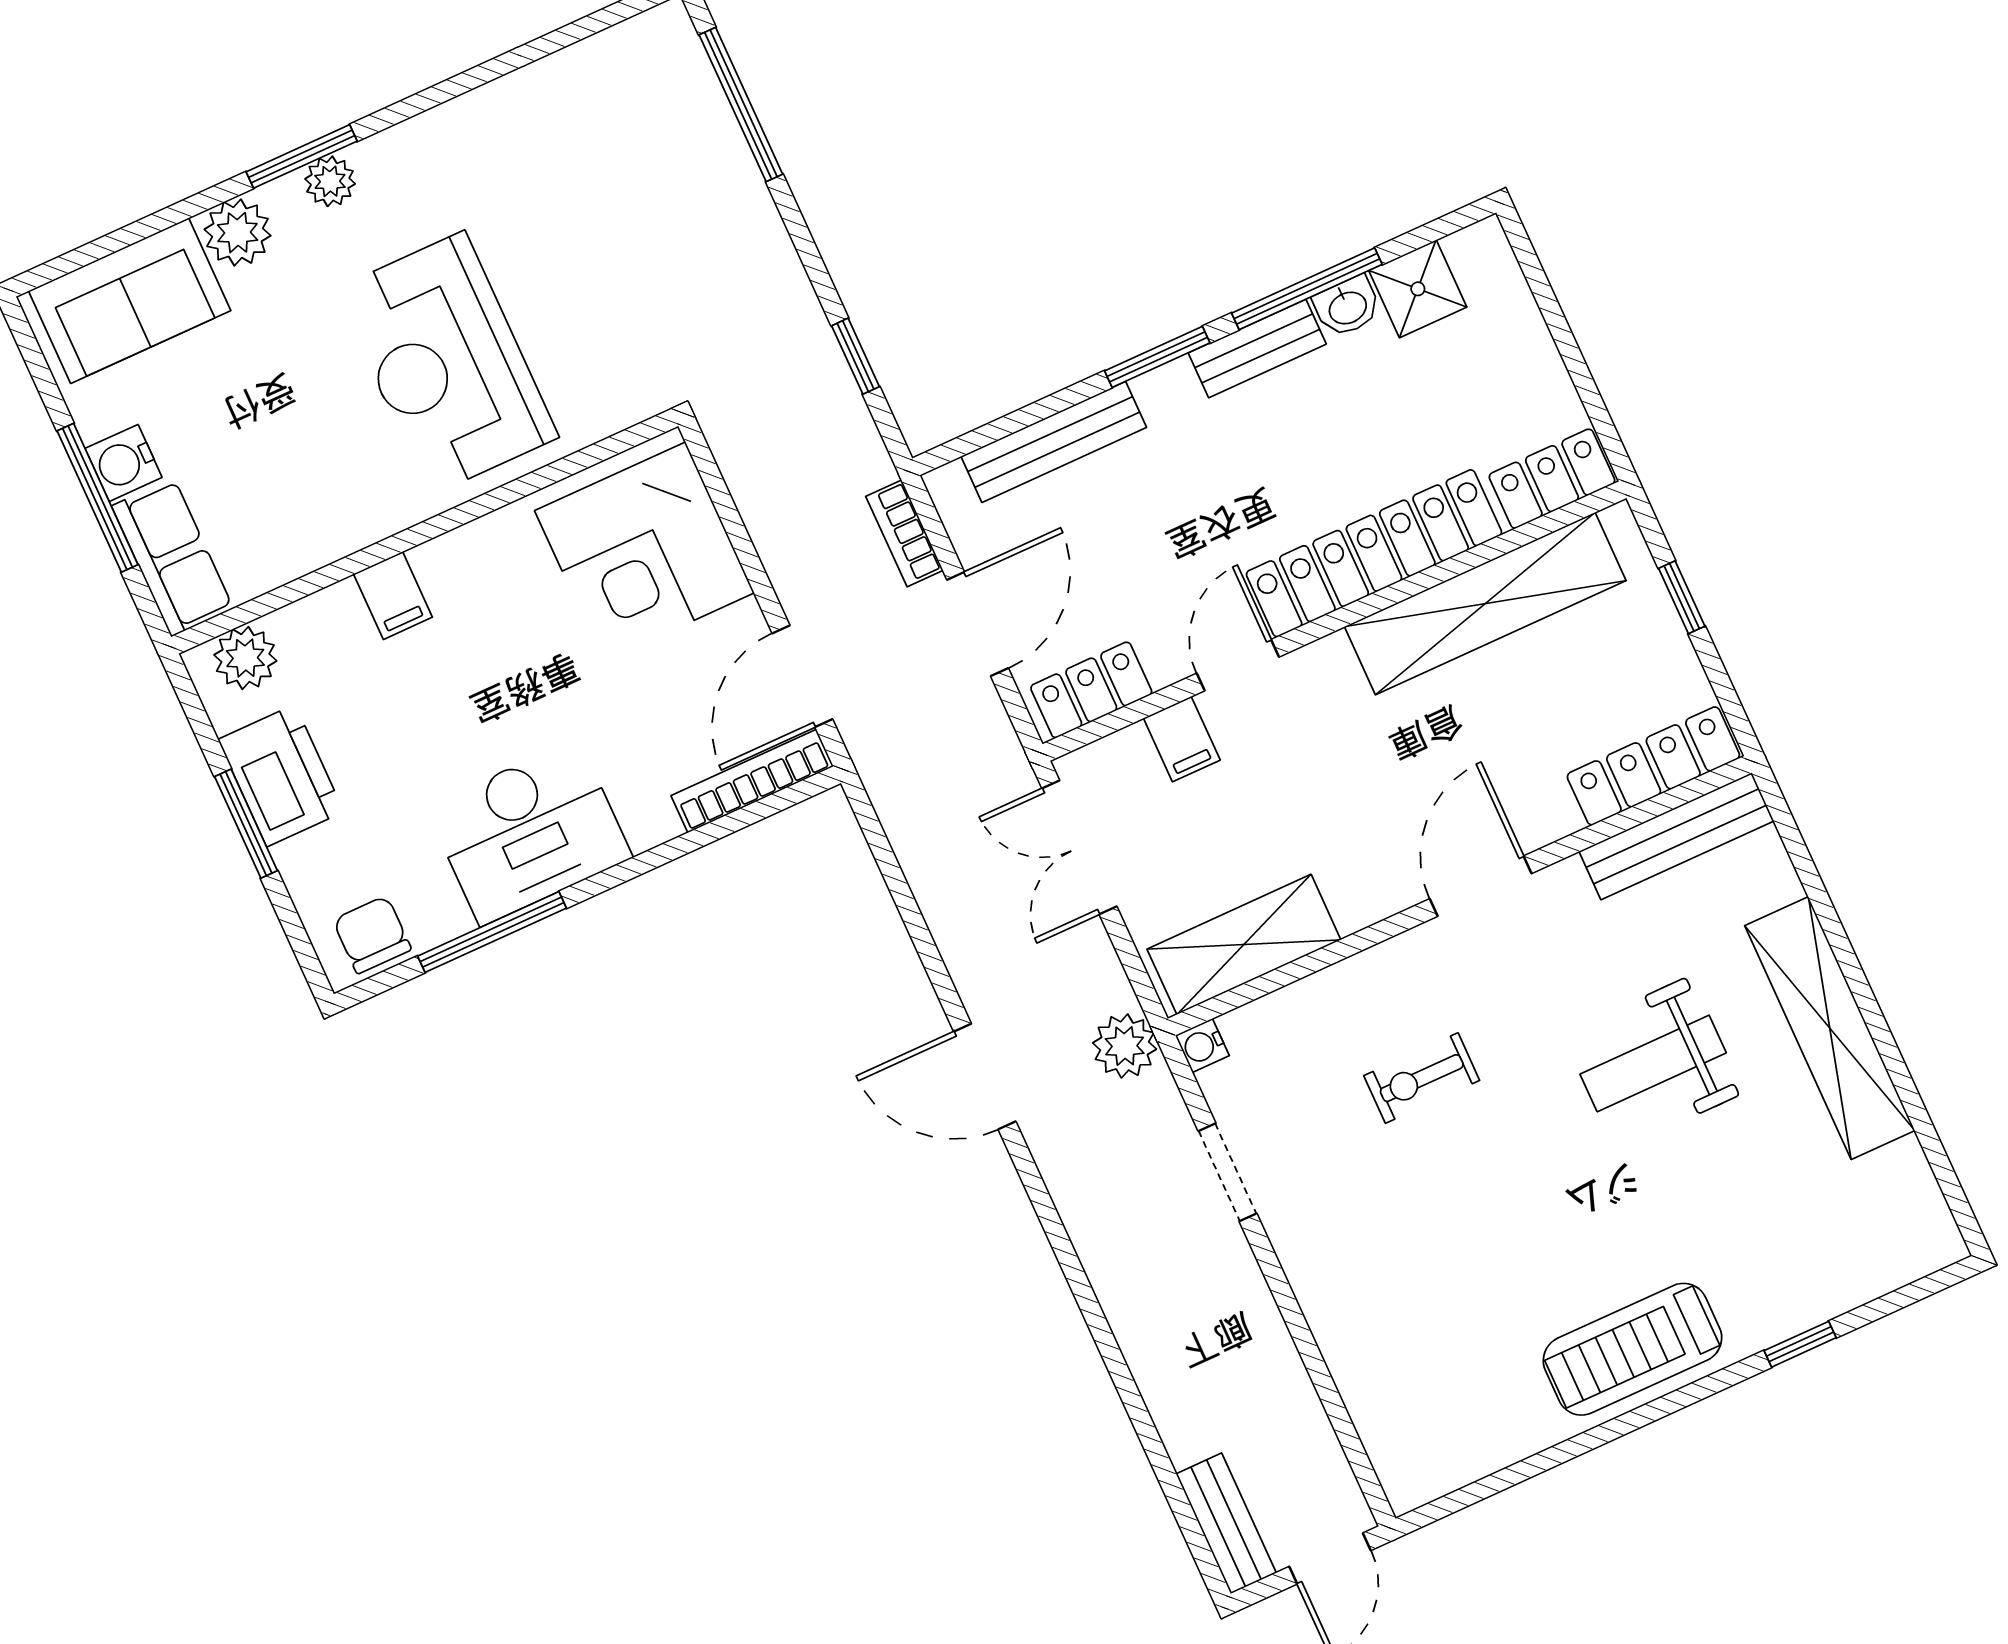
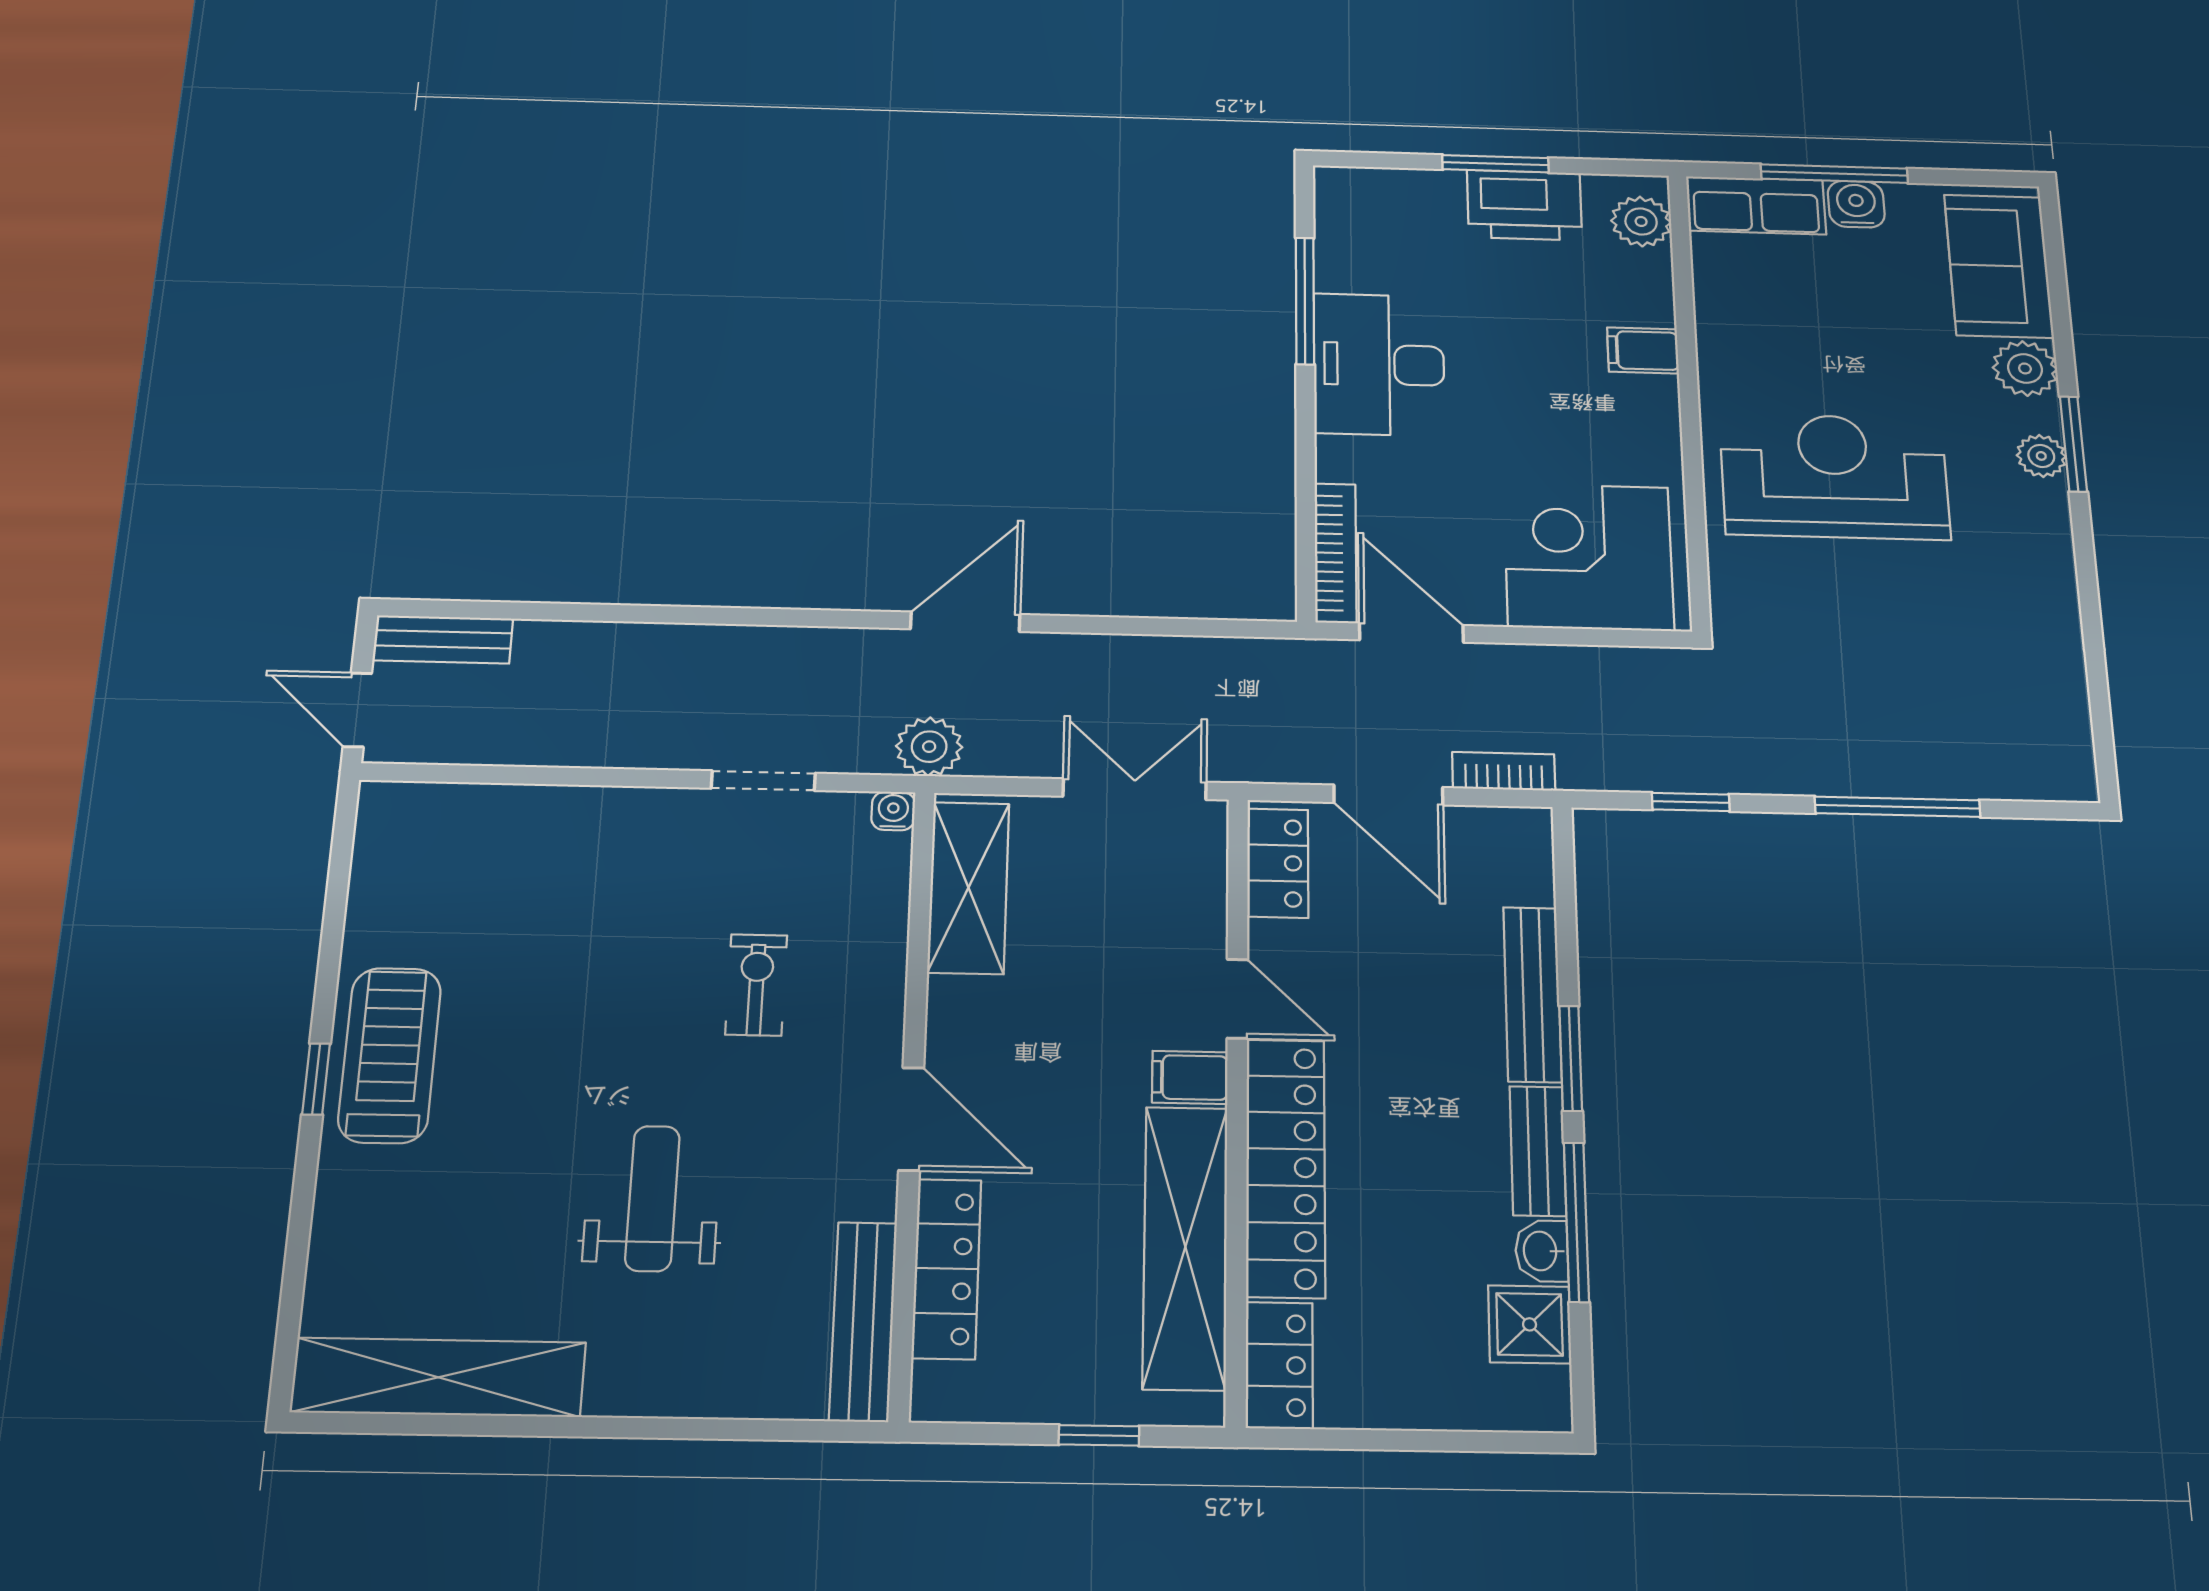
window: (741, 105) -> (1897, 807), moved
bench: (1054, 442) -> (1532, 994), moved
filing cabinet: (1182, 739) -> (1190, 1077), moved
locker: (1653, 766) -> (946, 1269), moved
chair: (372, 935) -> (1350, 214), removed
shelving: (1830, 1028) -> (438, 1377), moved
window: (1800, 1344) -> (316, 1079), moved

